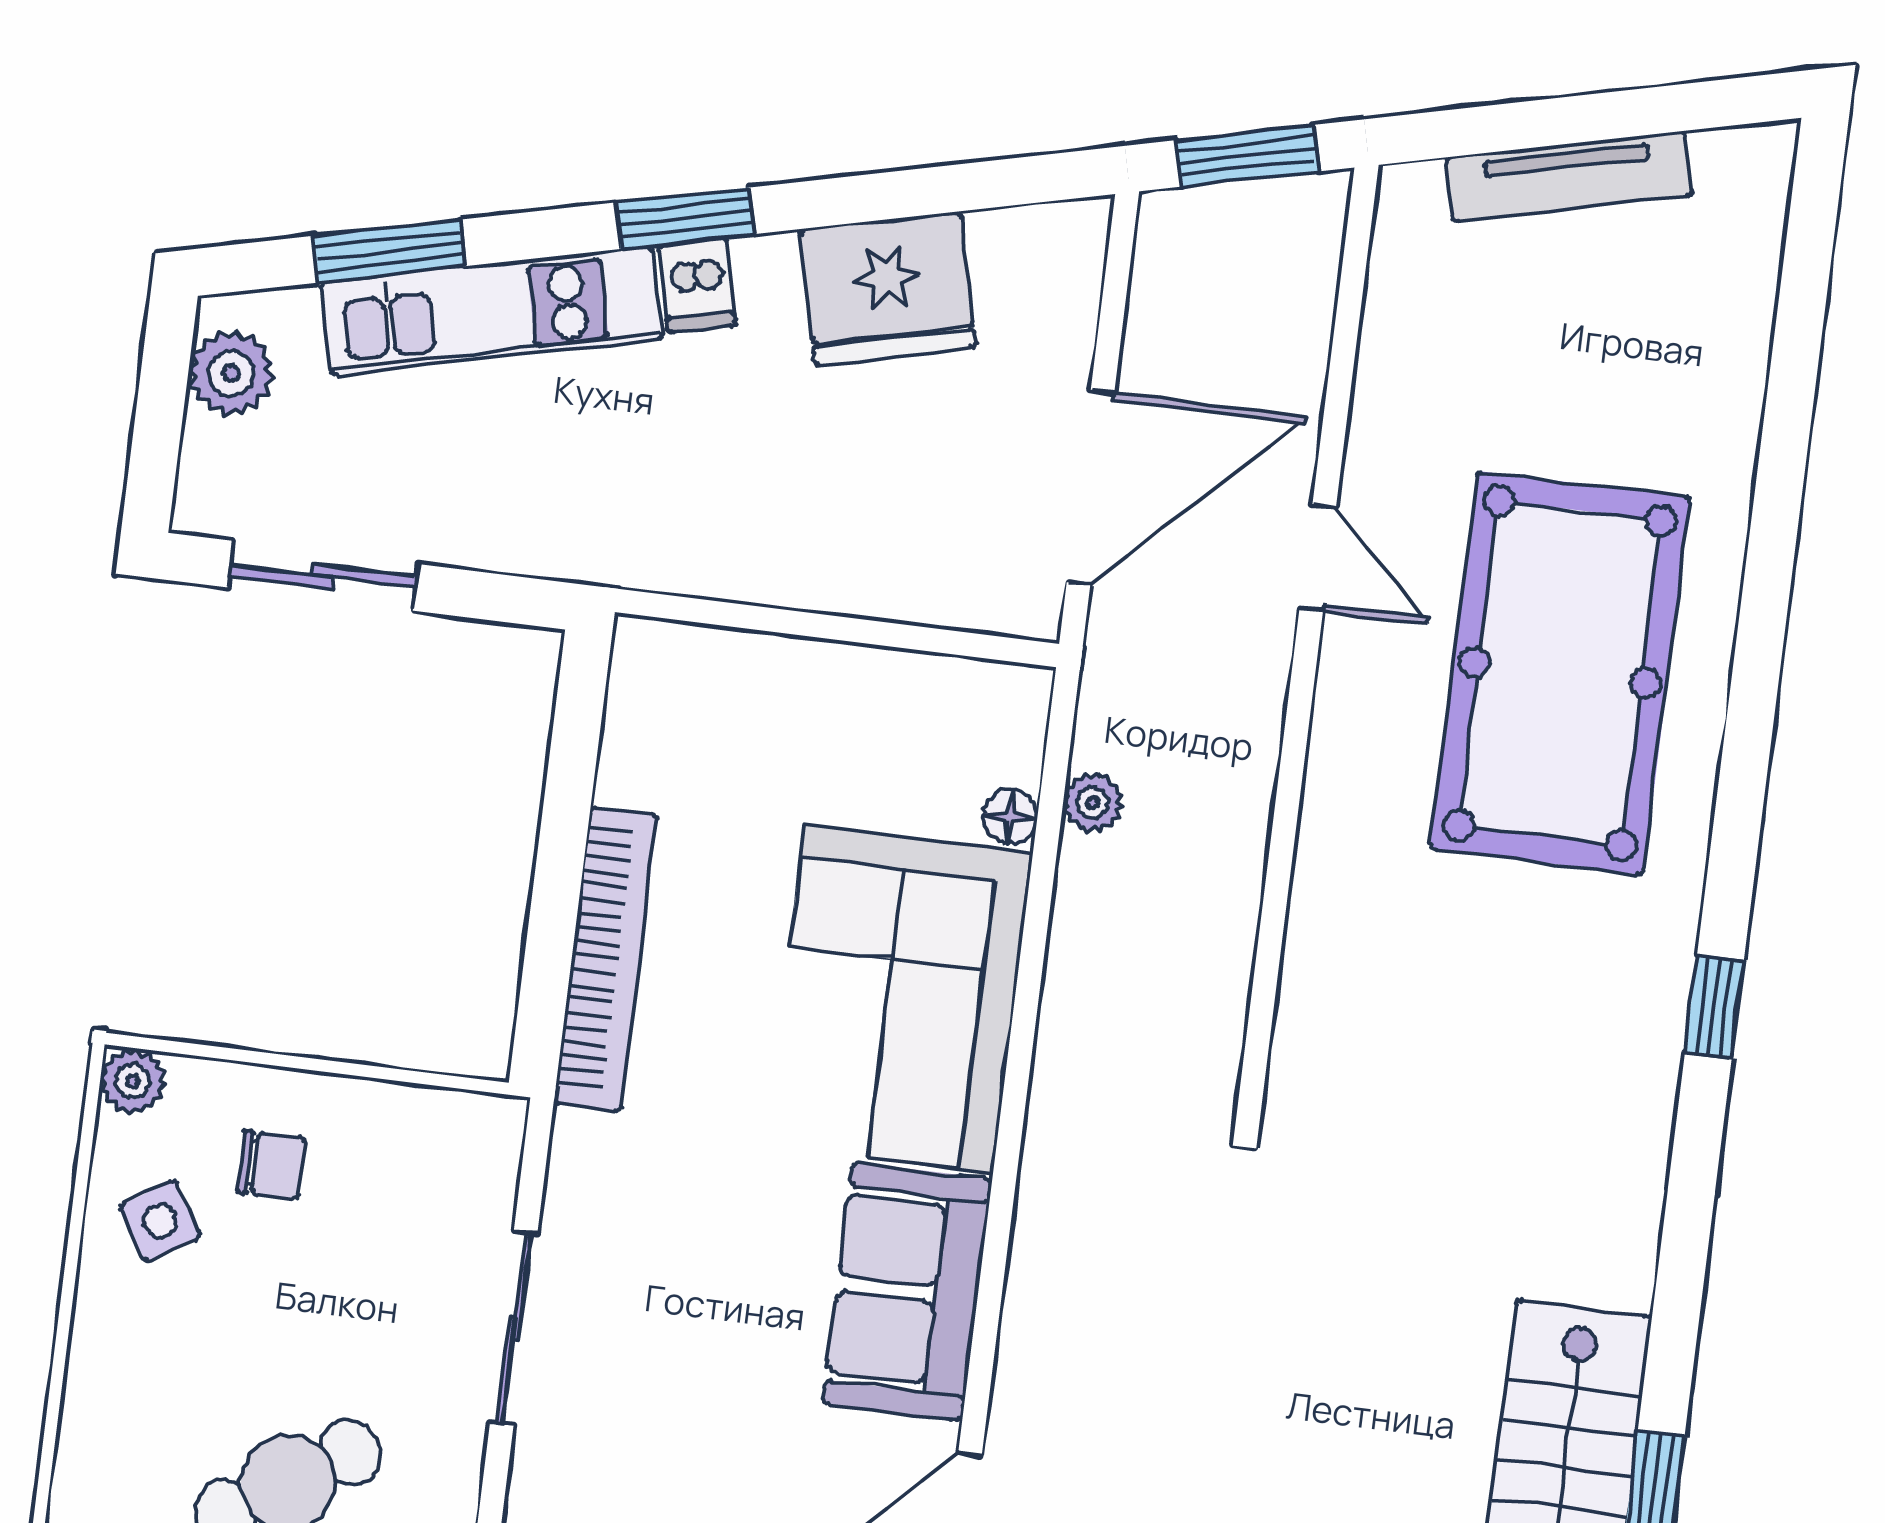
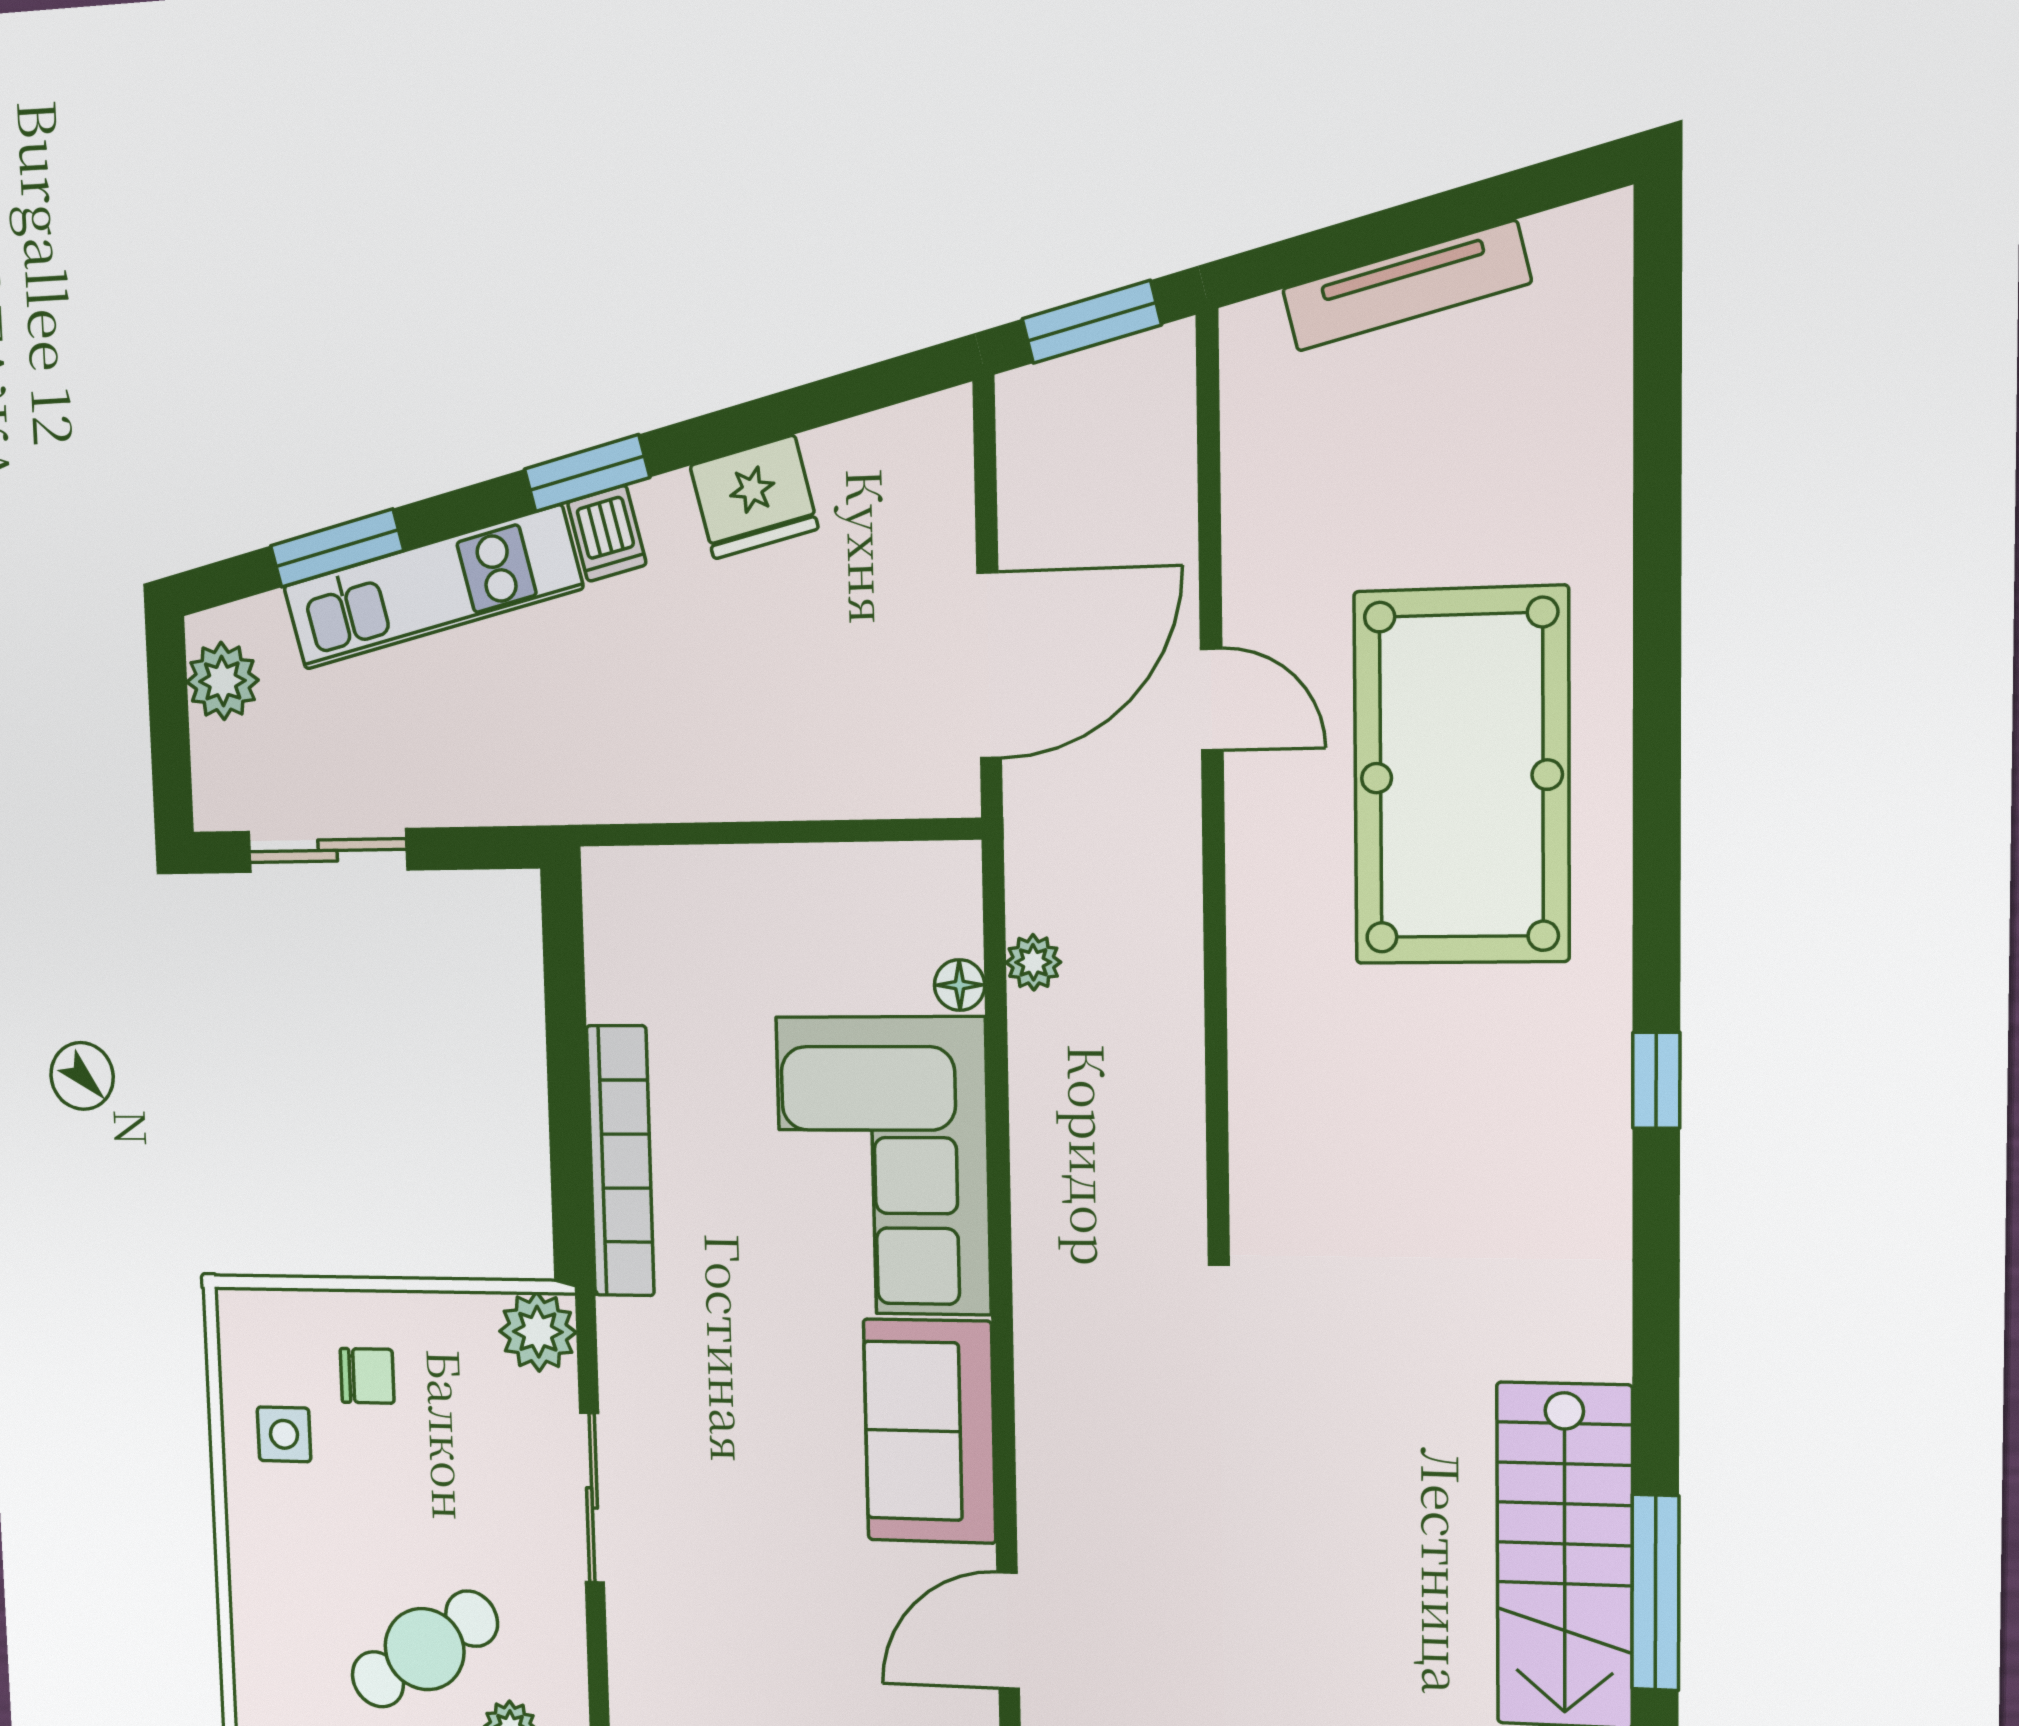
fridge: (888, 288) -> (754, 497), width x0.73, depth x0.75
plant: (133, 1081) -> (538, 1332), moved, width x1.38, depth x1.38
side table: (160, 1221) -> (284, 1434), turned 32

